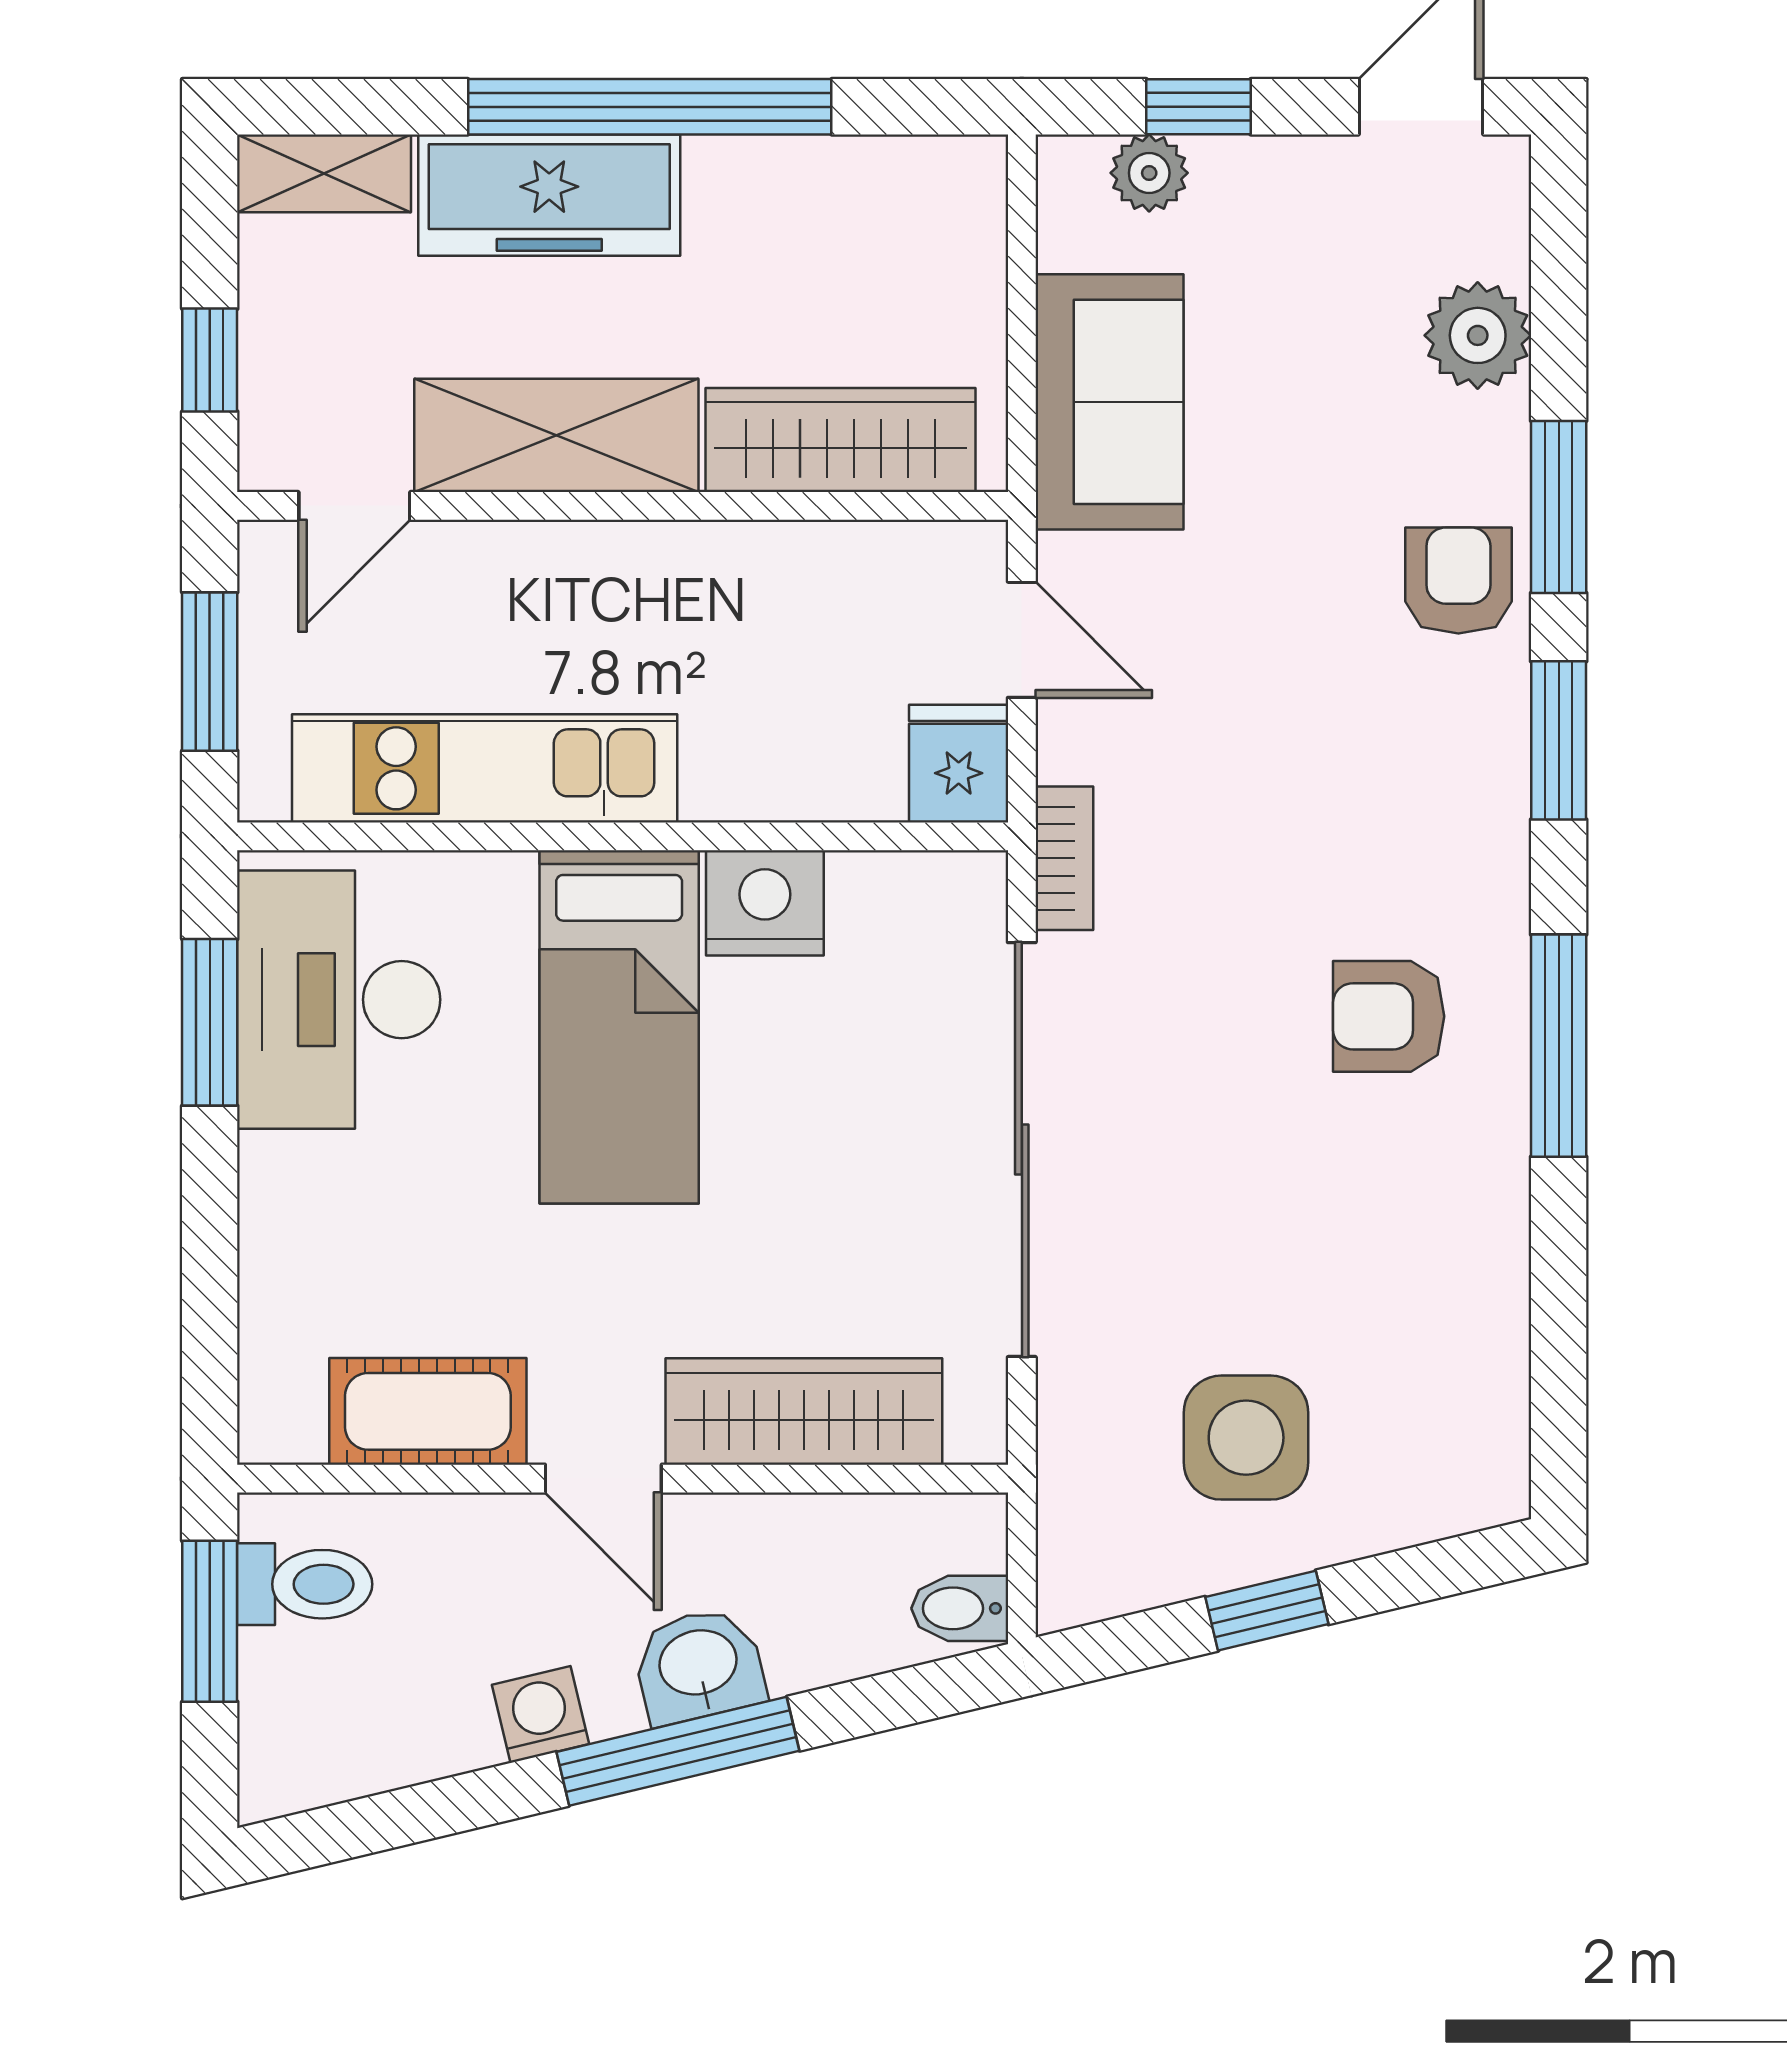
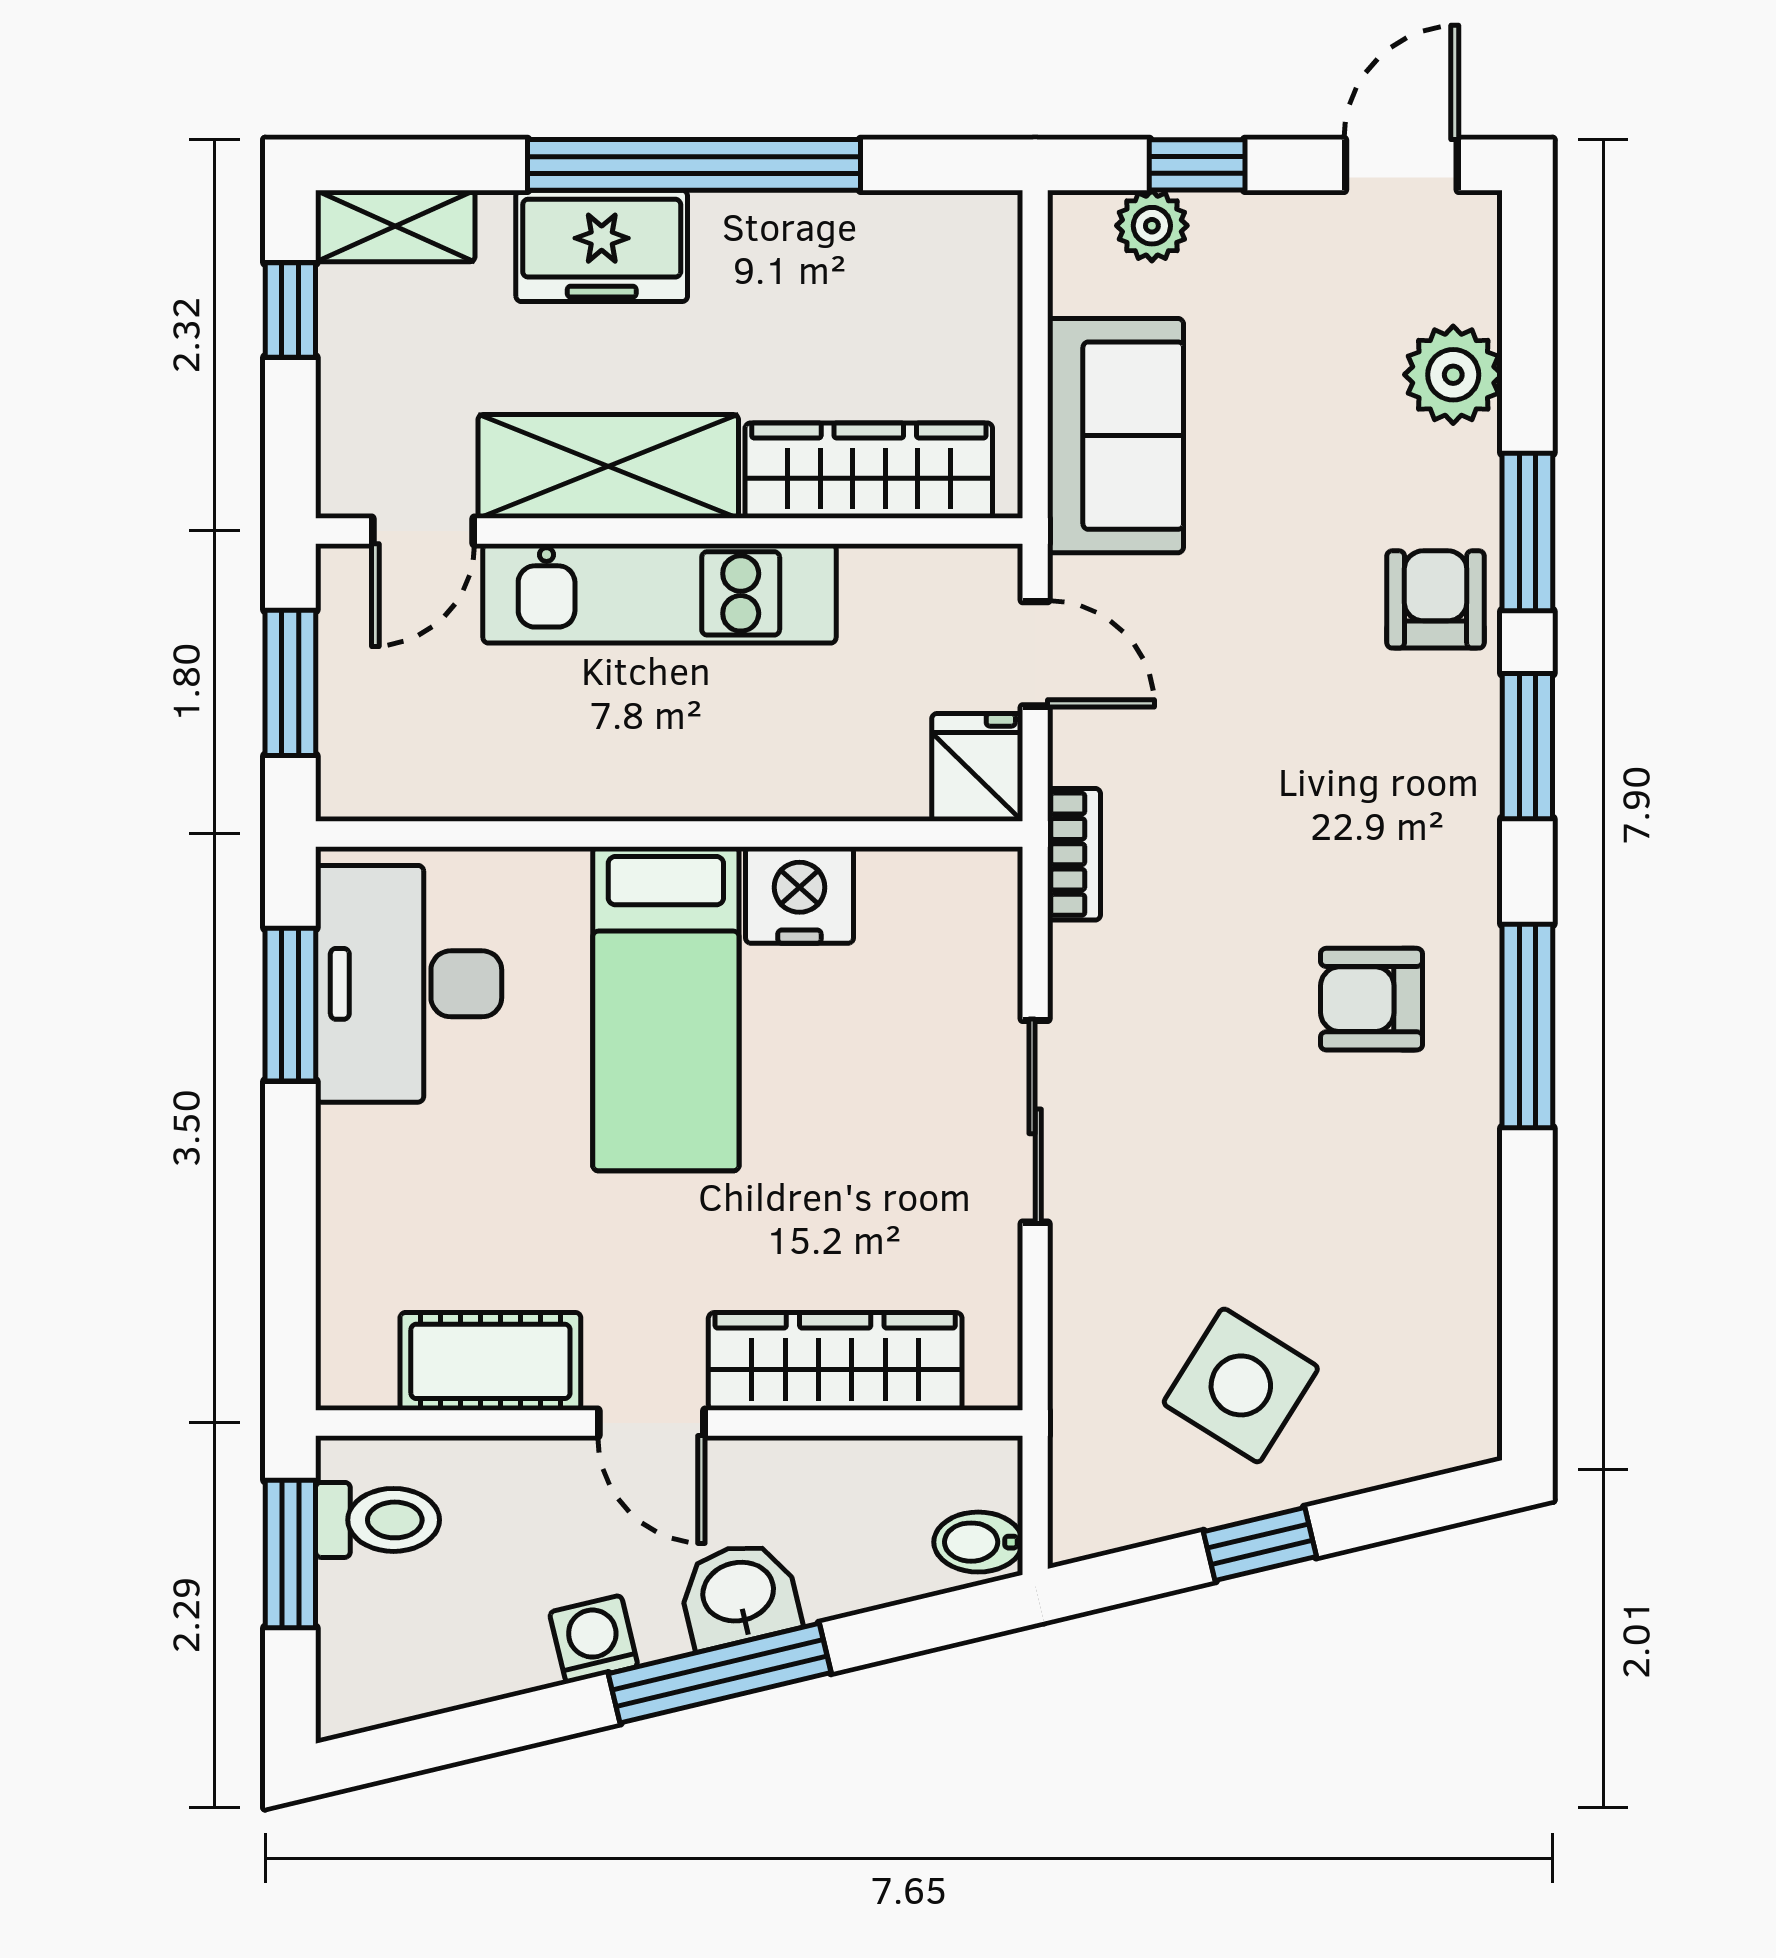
freezer: (549, 195) -> (602, 246), width x0.71
window: (210, 360) -> (290, 310), moved
kitchen unit: (485, 768) -> (659, 593), moved, turned 180
sliding door: (1022, 1150) -> (1035, 1121), width x0.54
side table: (1246, 1438) -> (1241, 1385), turned 32

